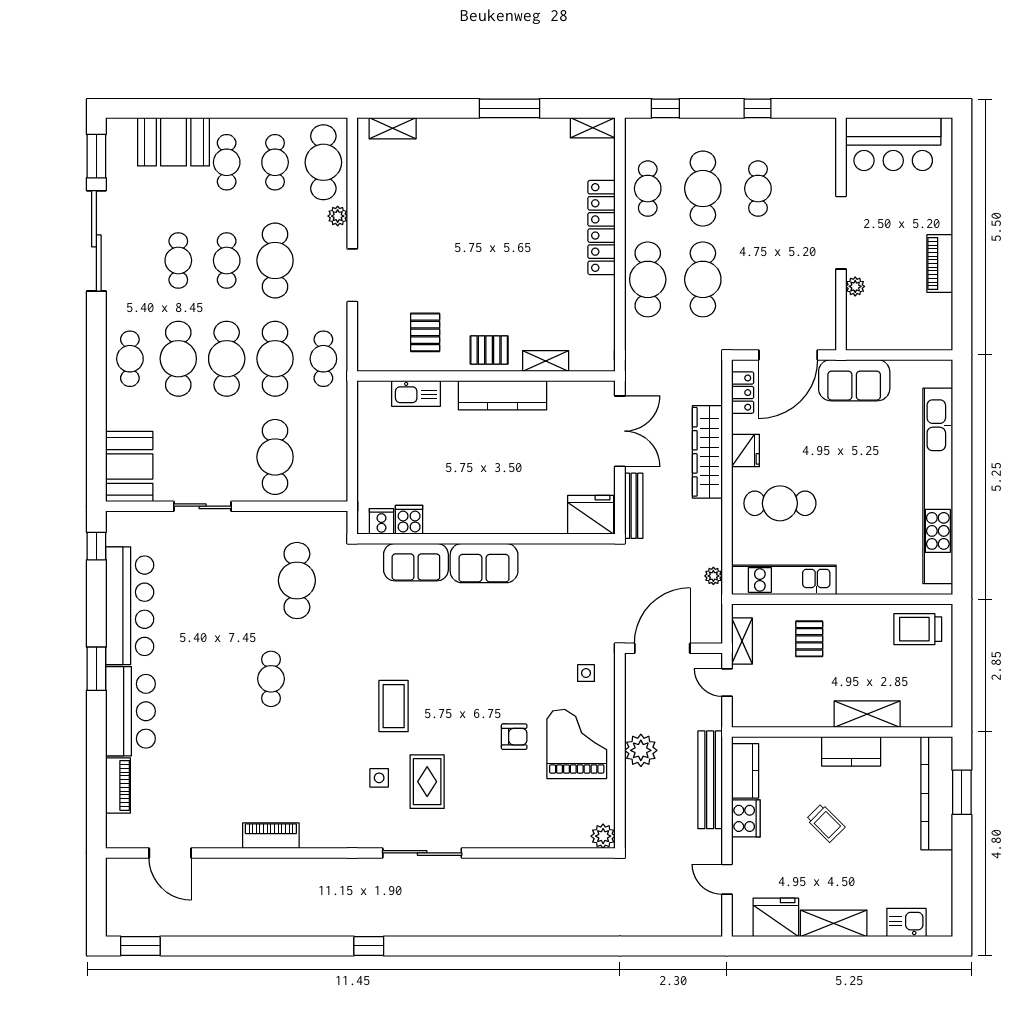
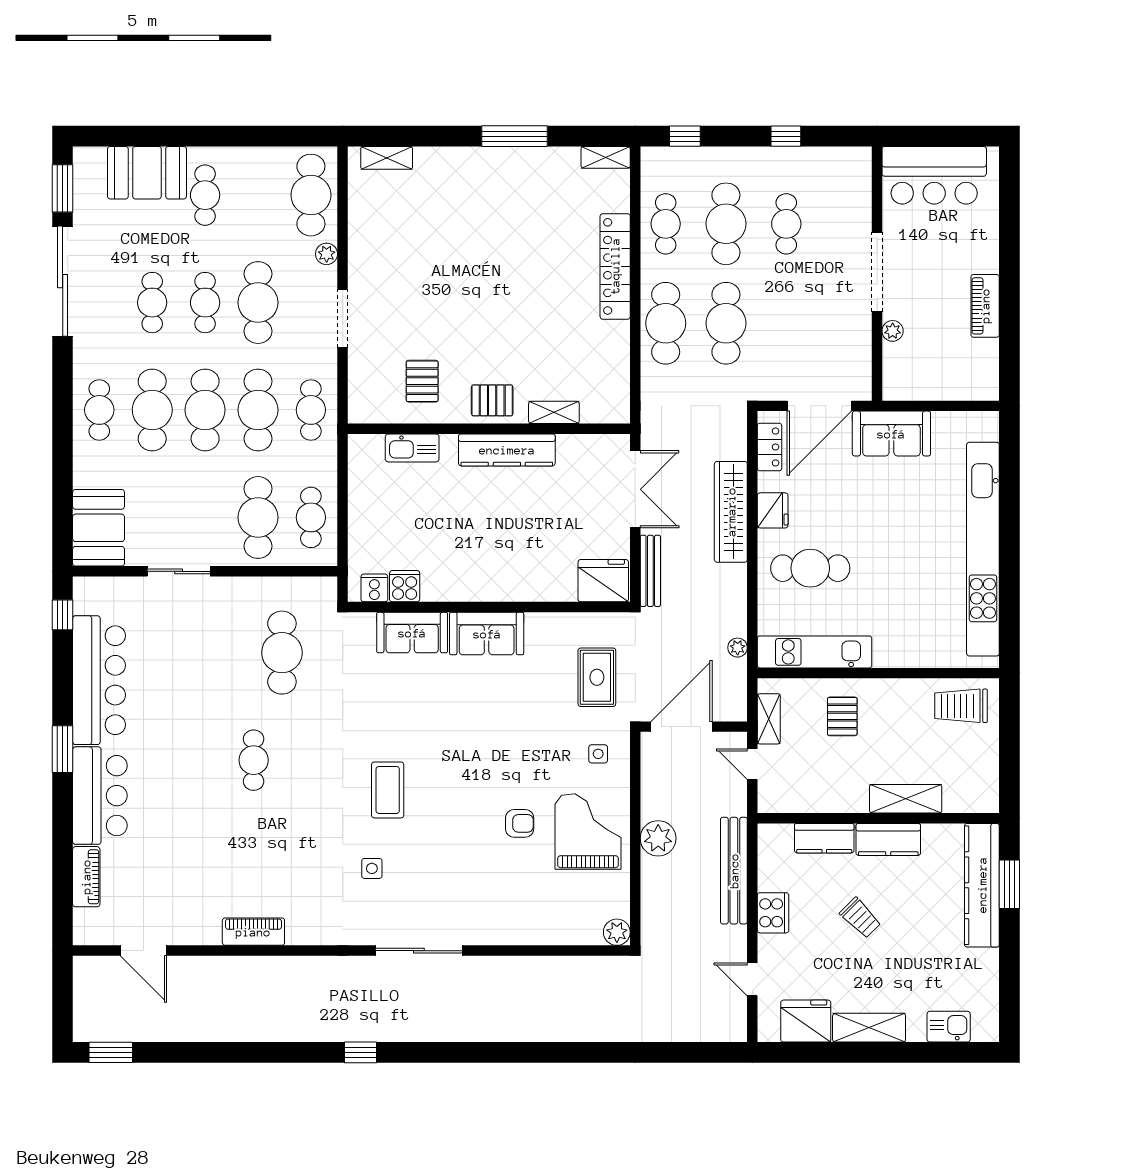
cafe table: (275, 162) -> (311, 517), moved
kitchen counter: (745, 771) -> (824, 838), moved, turned 90
rug: (427, 782) -> (597, 677), moved

